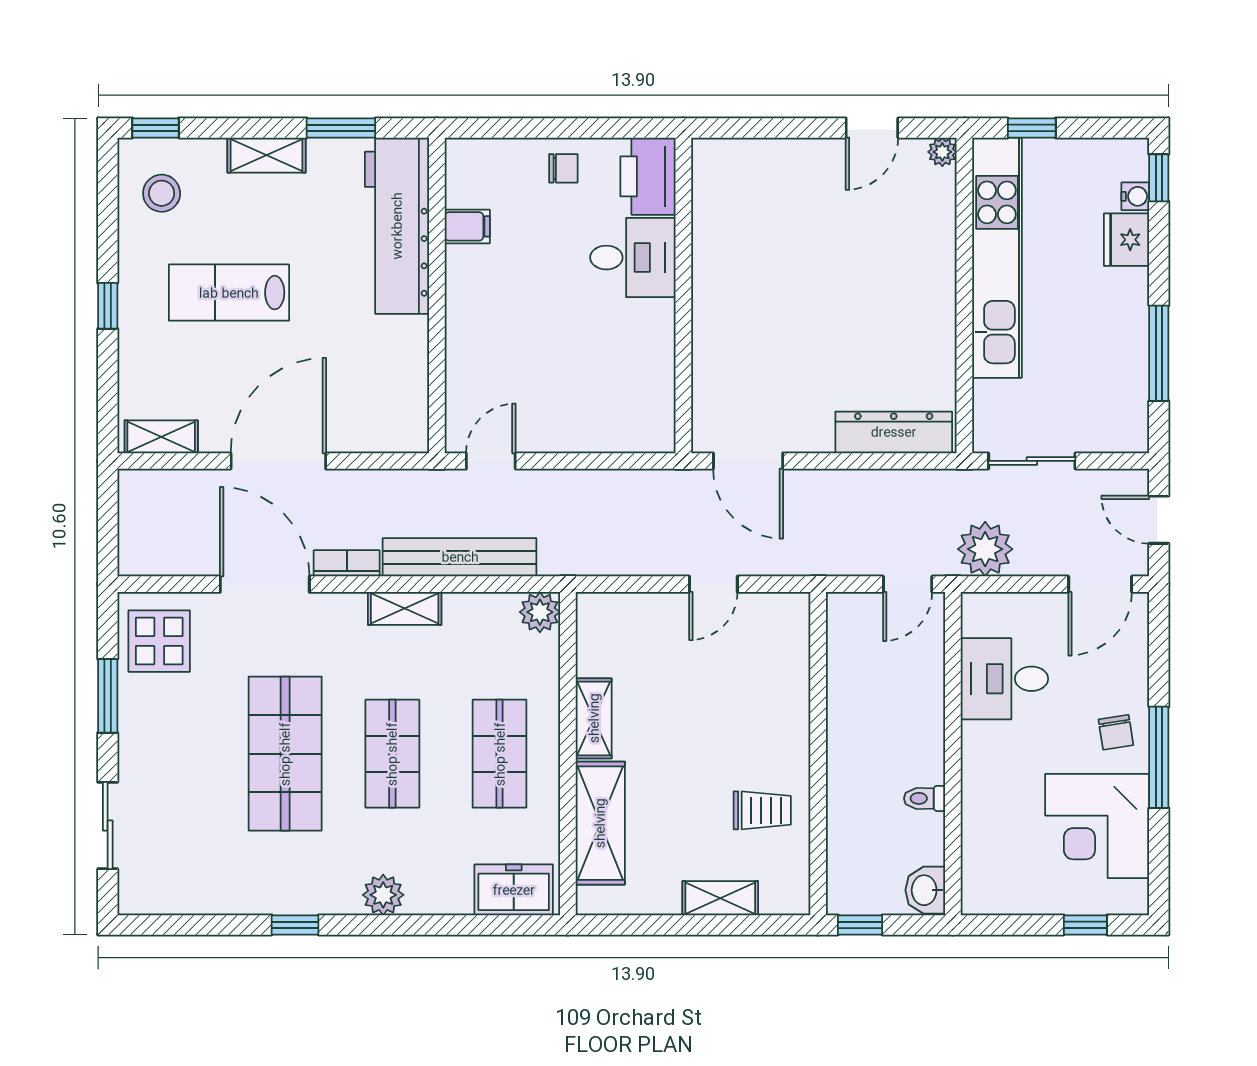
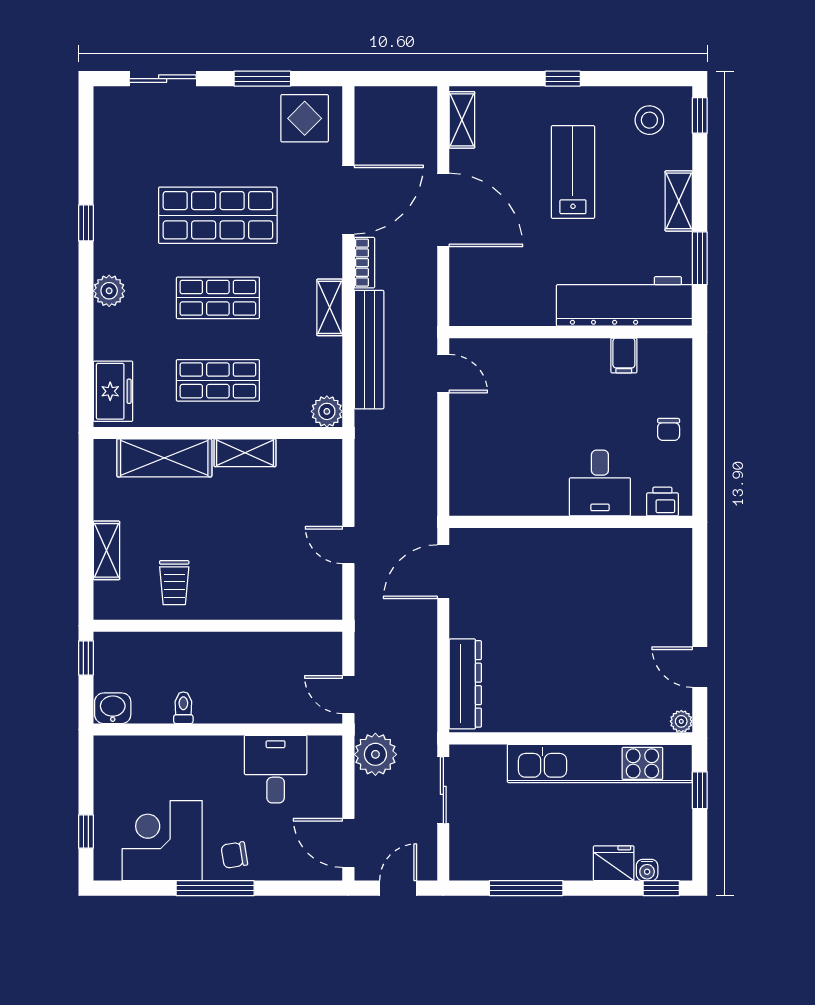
printer: (648, 176) -> (662, 502), width x0.53, depth x0.68

